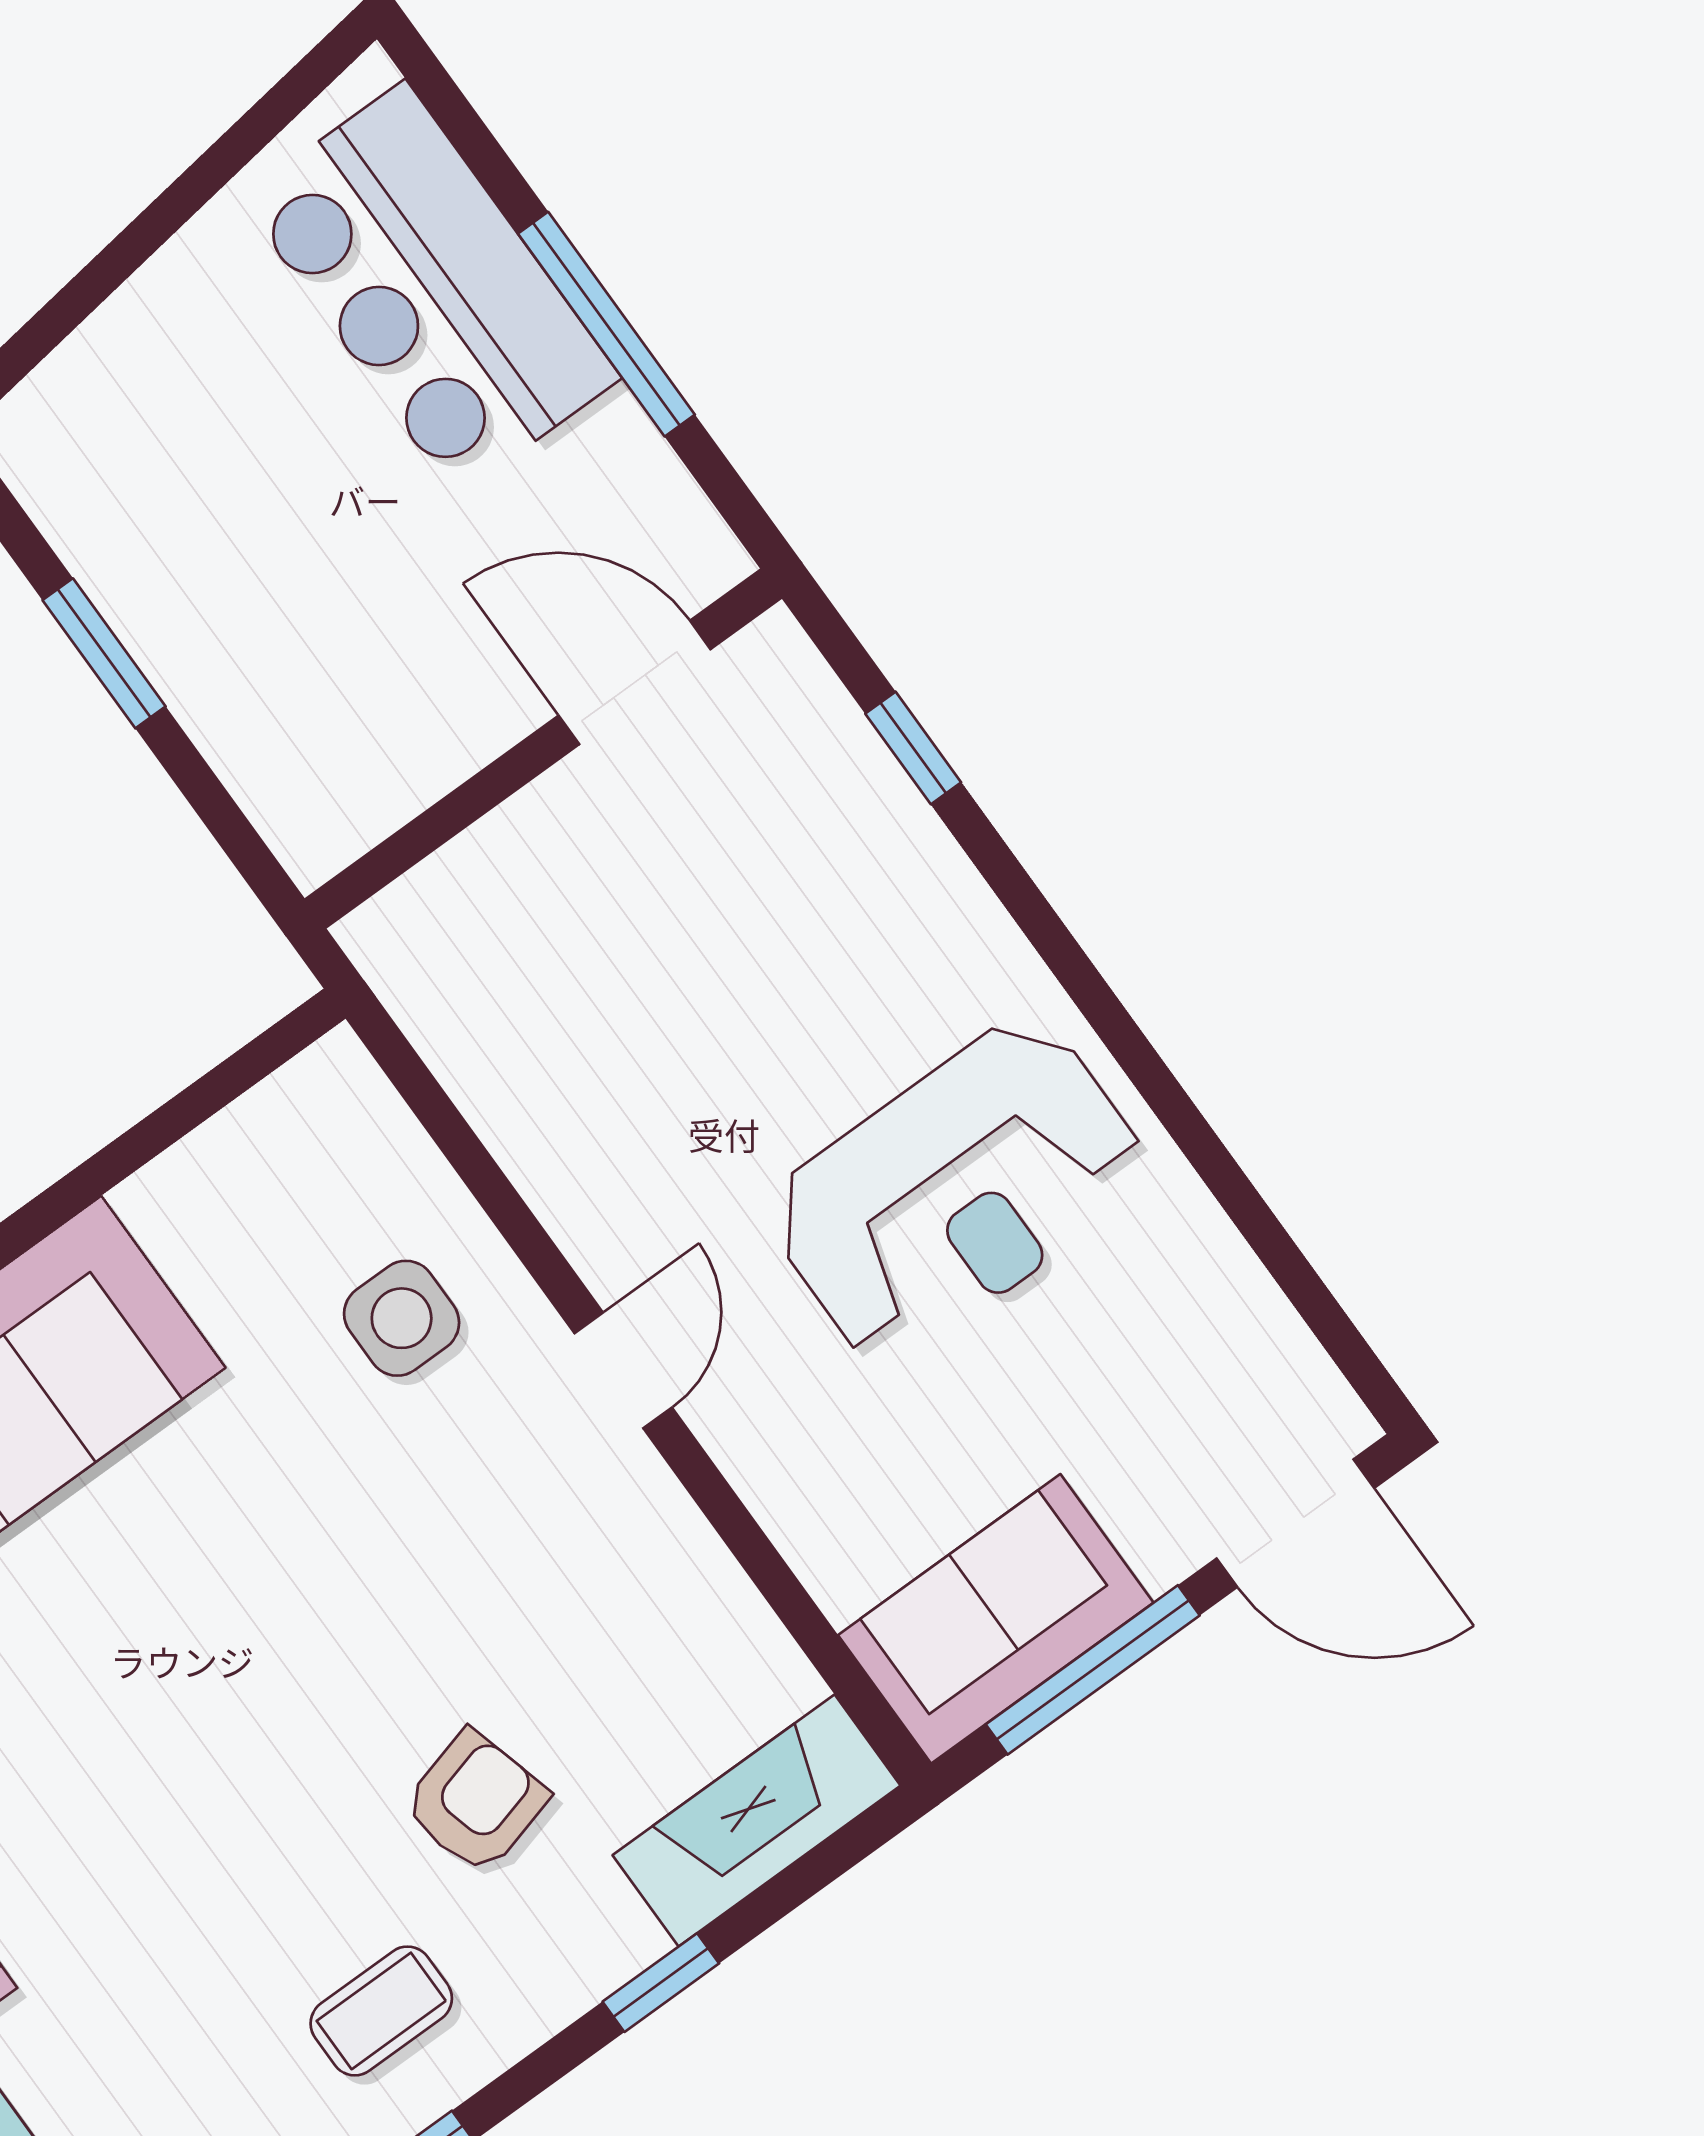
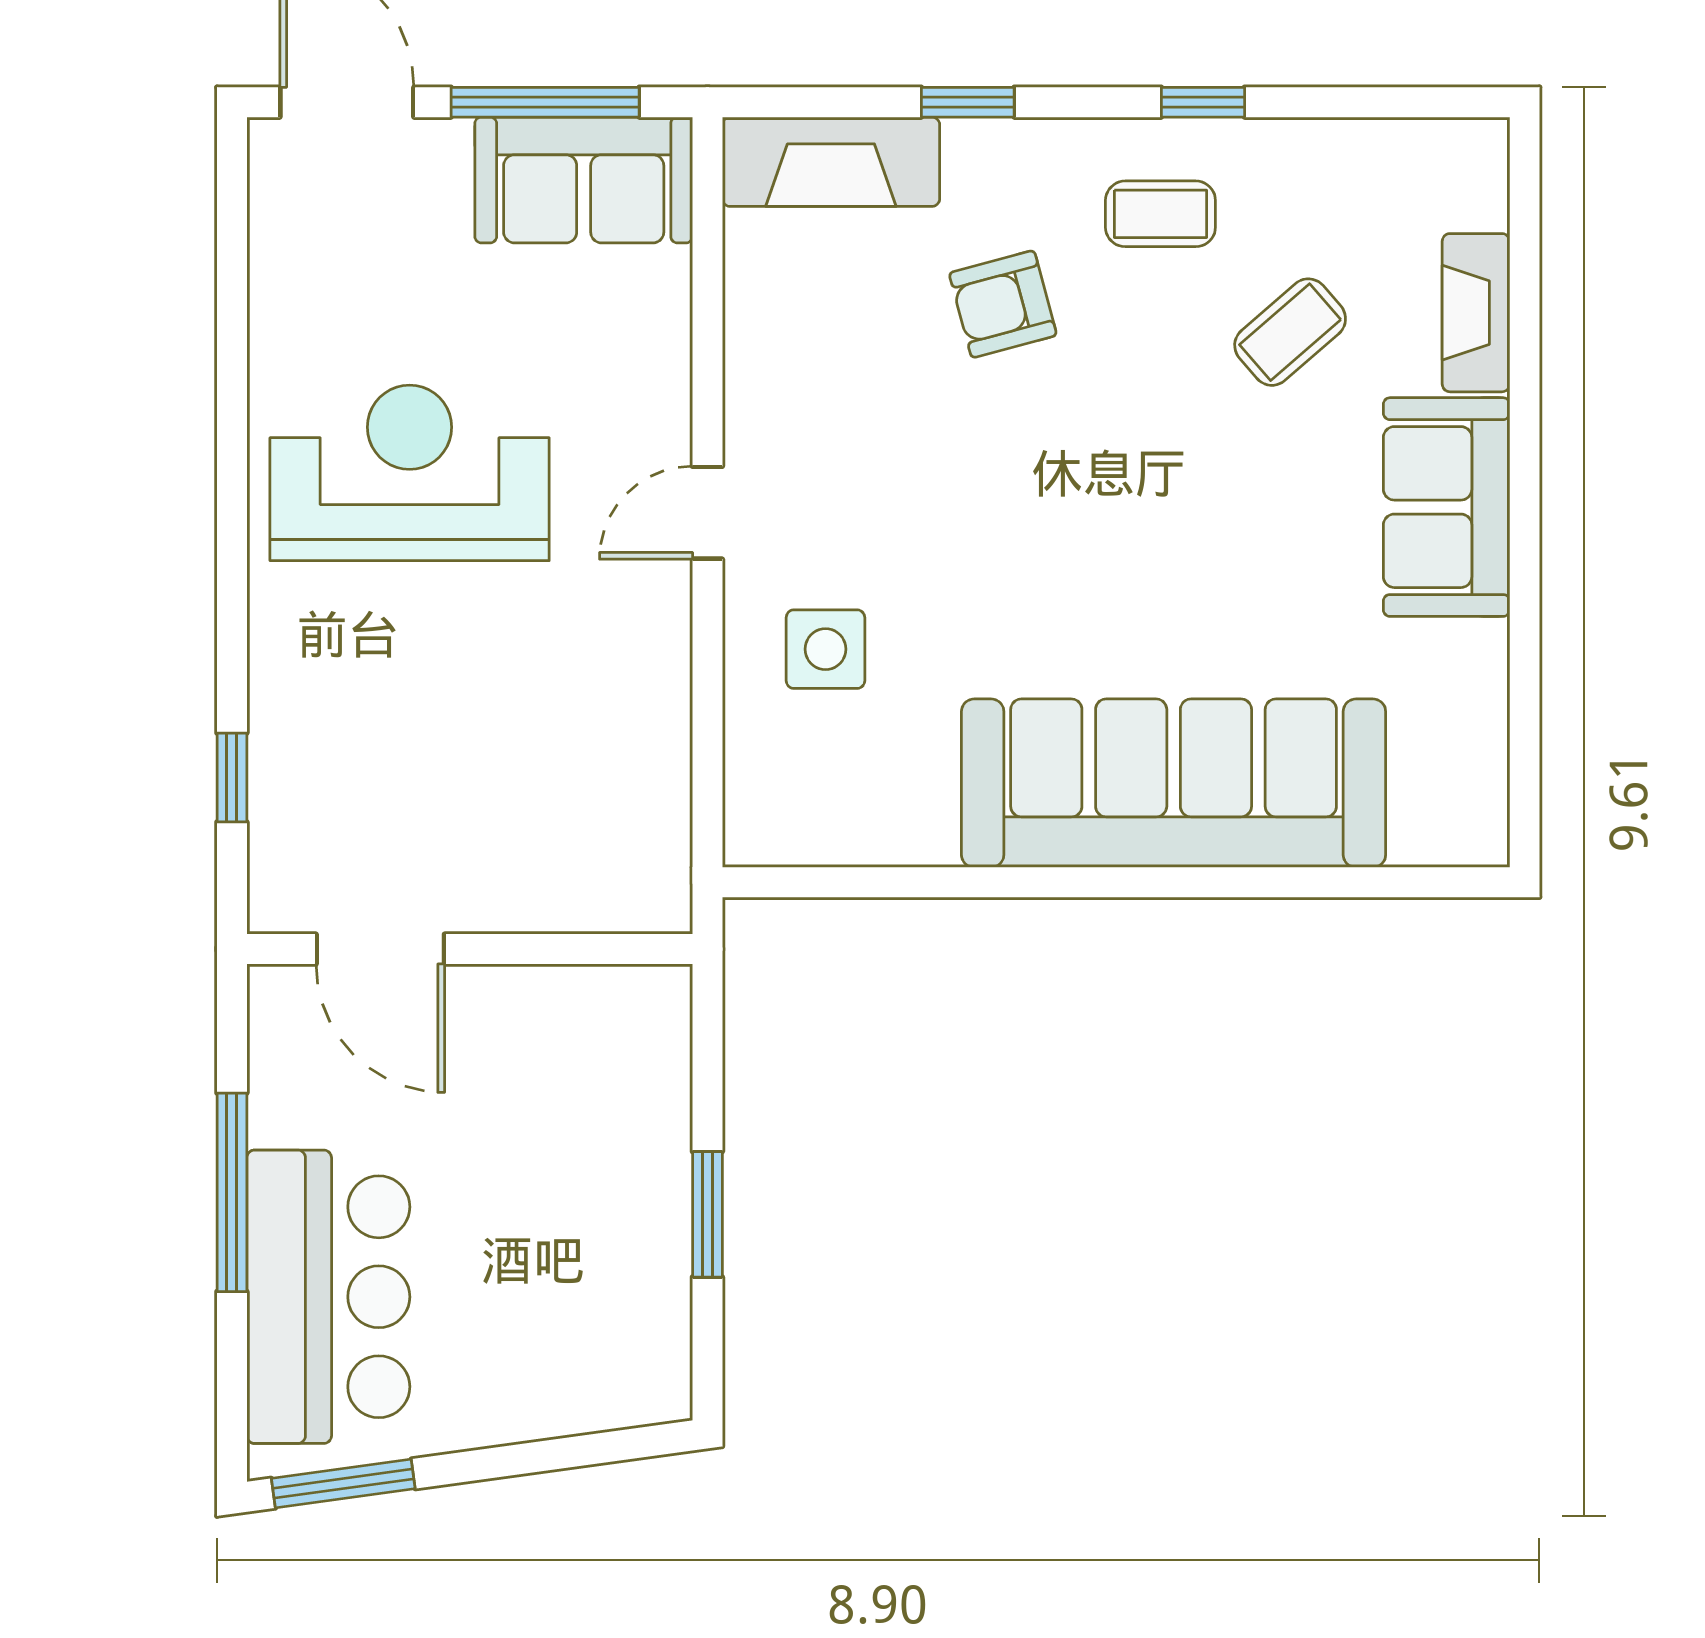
window: (277, 109) -> (343, 1484), added
coffee table: (161, 1986) -> (1290, 332), added

